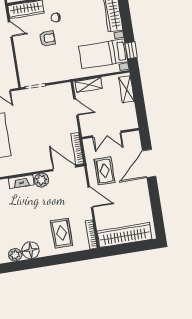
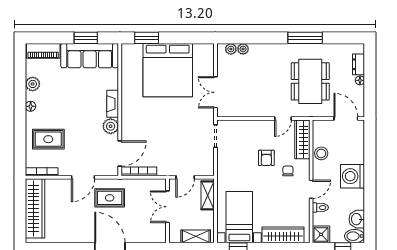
double door: (107, 134) -> (168, 207), moved
wall: (110, 134) -> (168, 211), moved
floor lamp: (30, 250) -> (31, 106), width x0.53, depth x0.53

